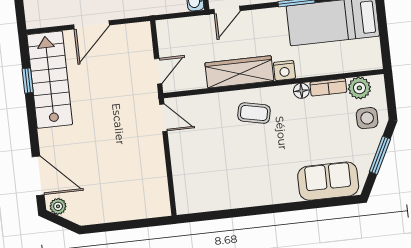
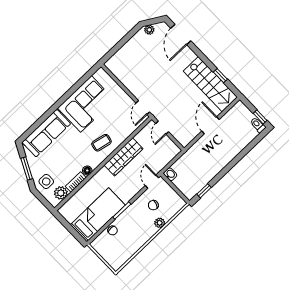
nightstand: (284, 70) -> (103, 174), removed
door: (163, 118) -> (143, 107), hinge flipped
door: (38, 176) -> (181, 34), hinge flipped
corner sofa: (235, 180) -> (86, 104), added
sofa: (328, 181) -> (46, 133), width x1.36
plant: (58, 206) -> (149, 30), moved

